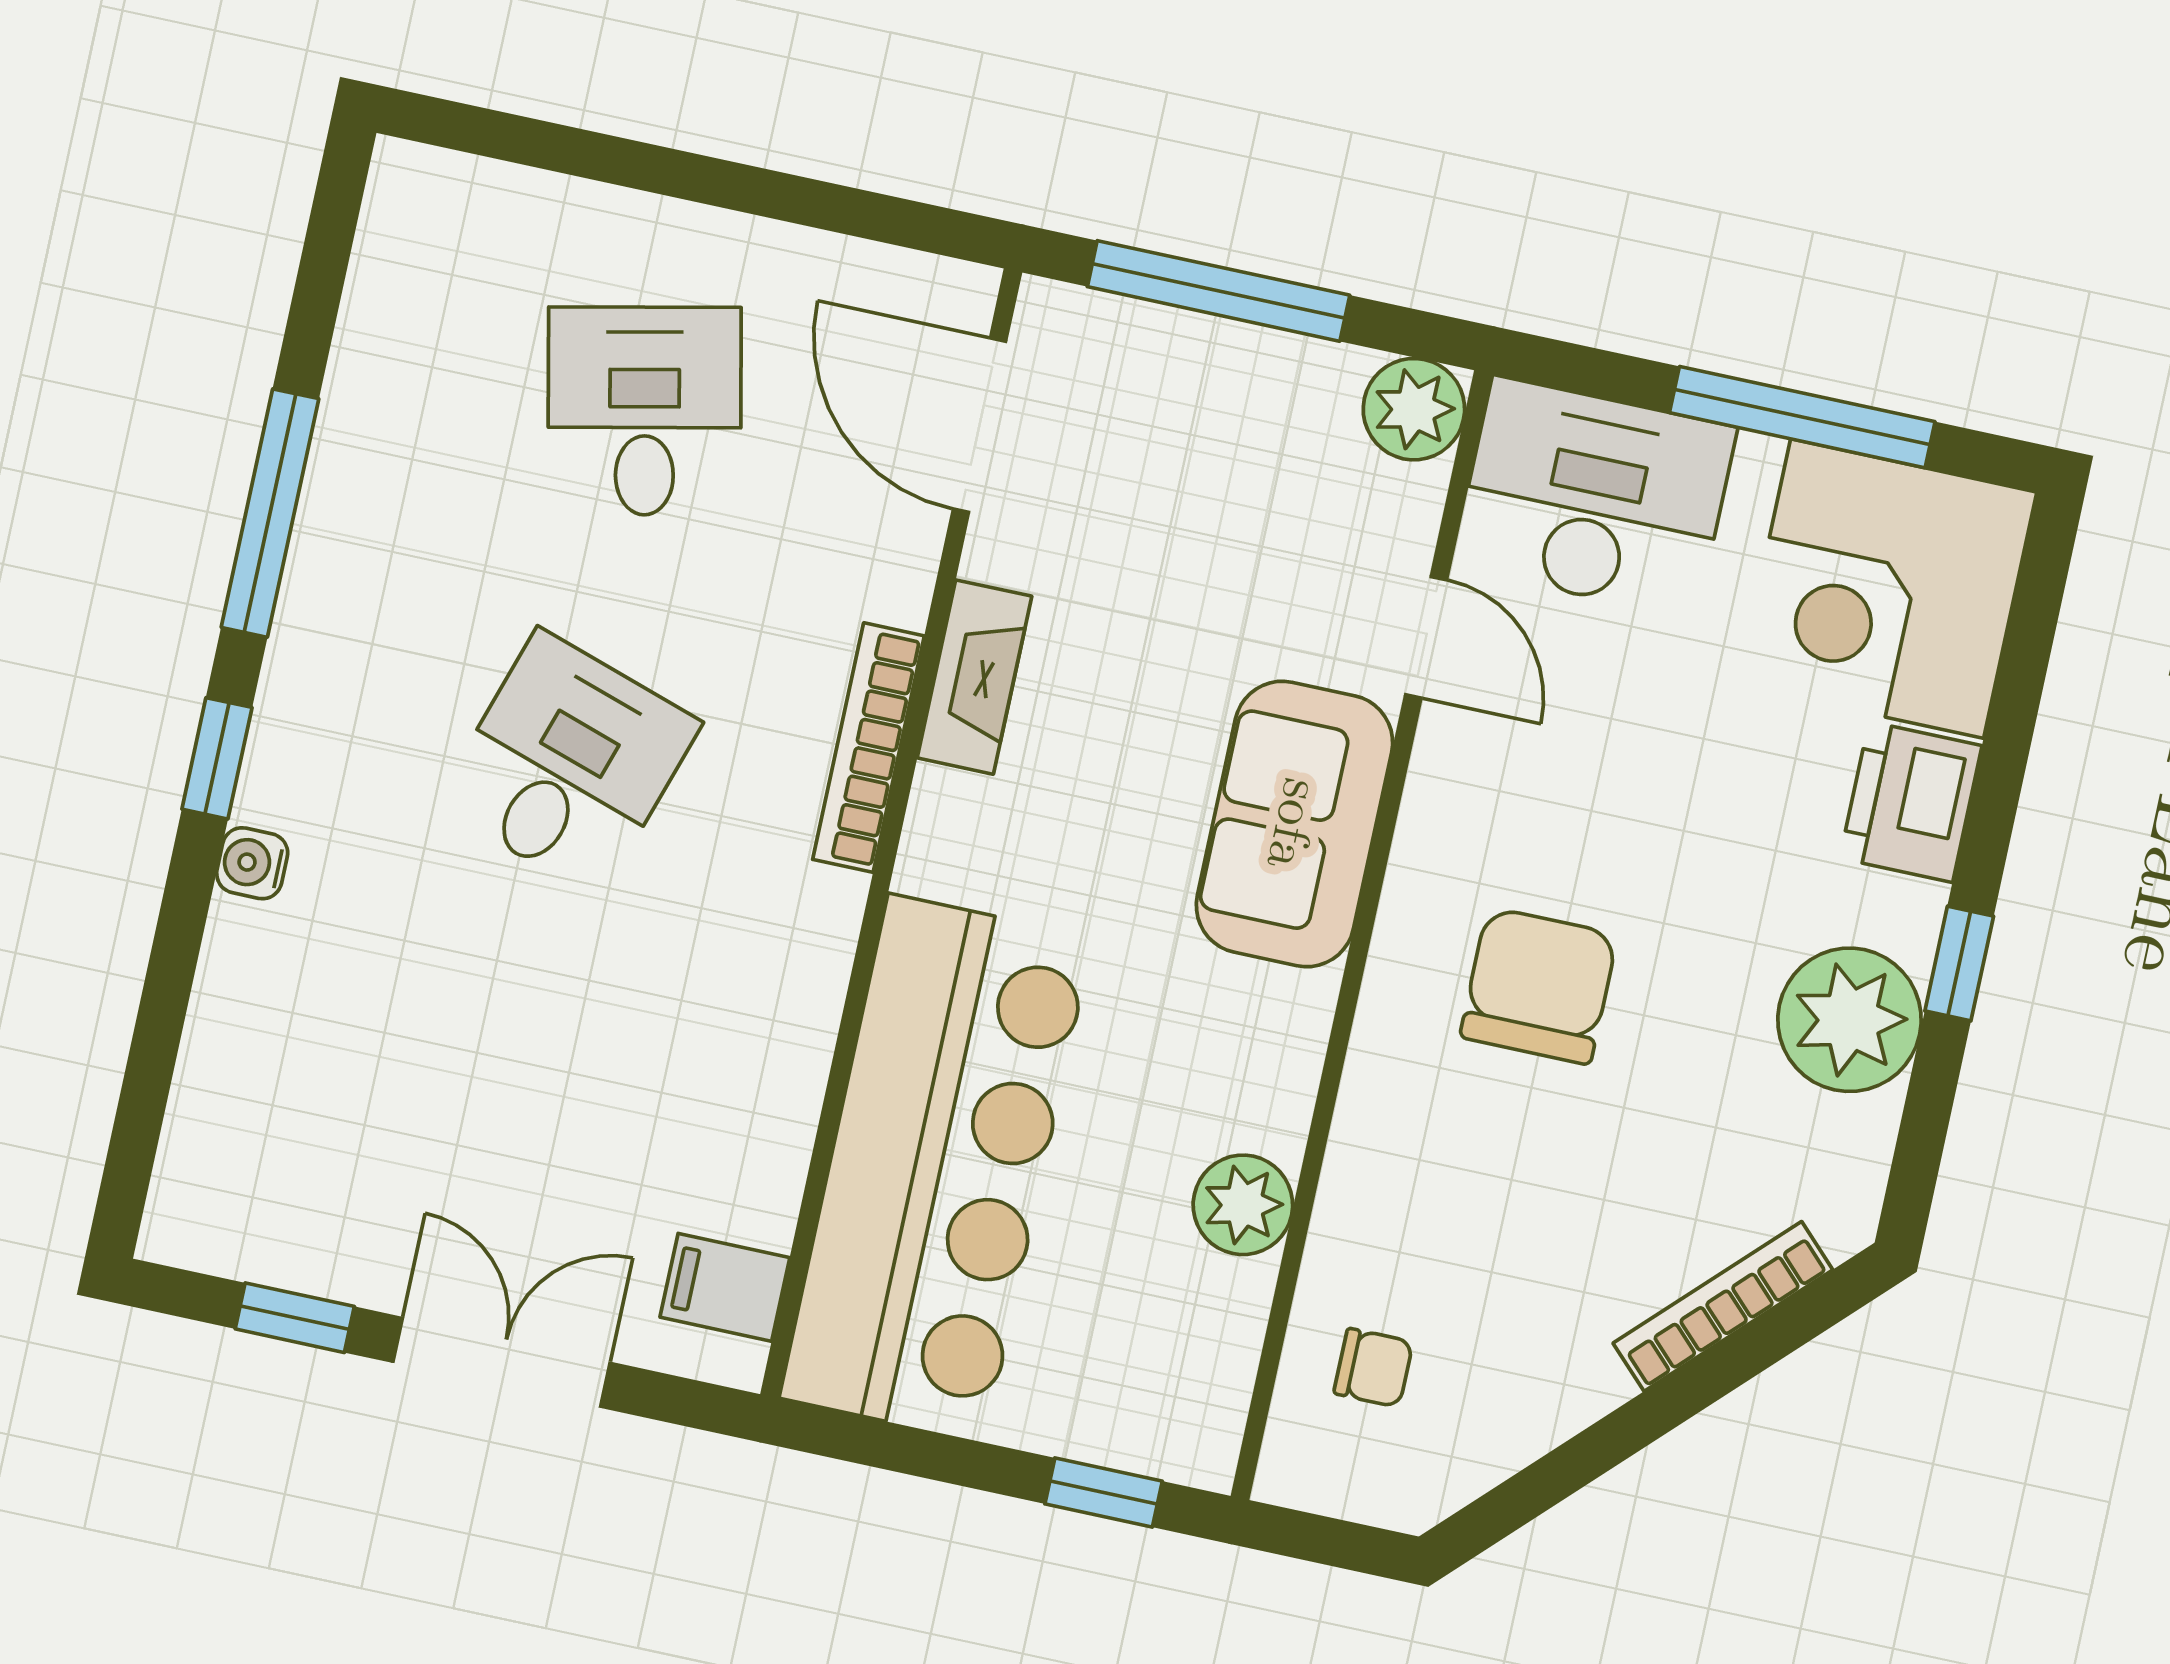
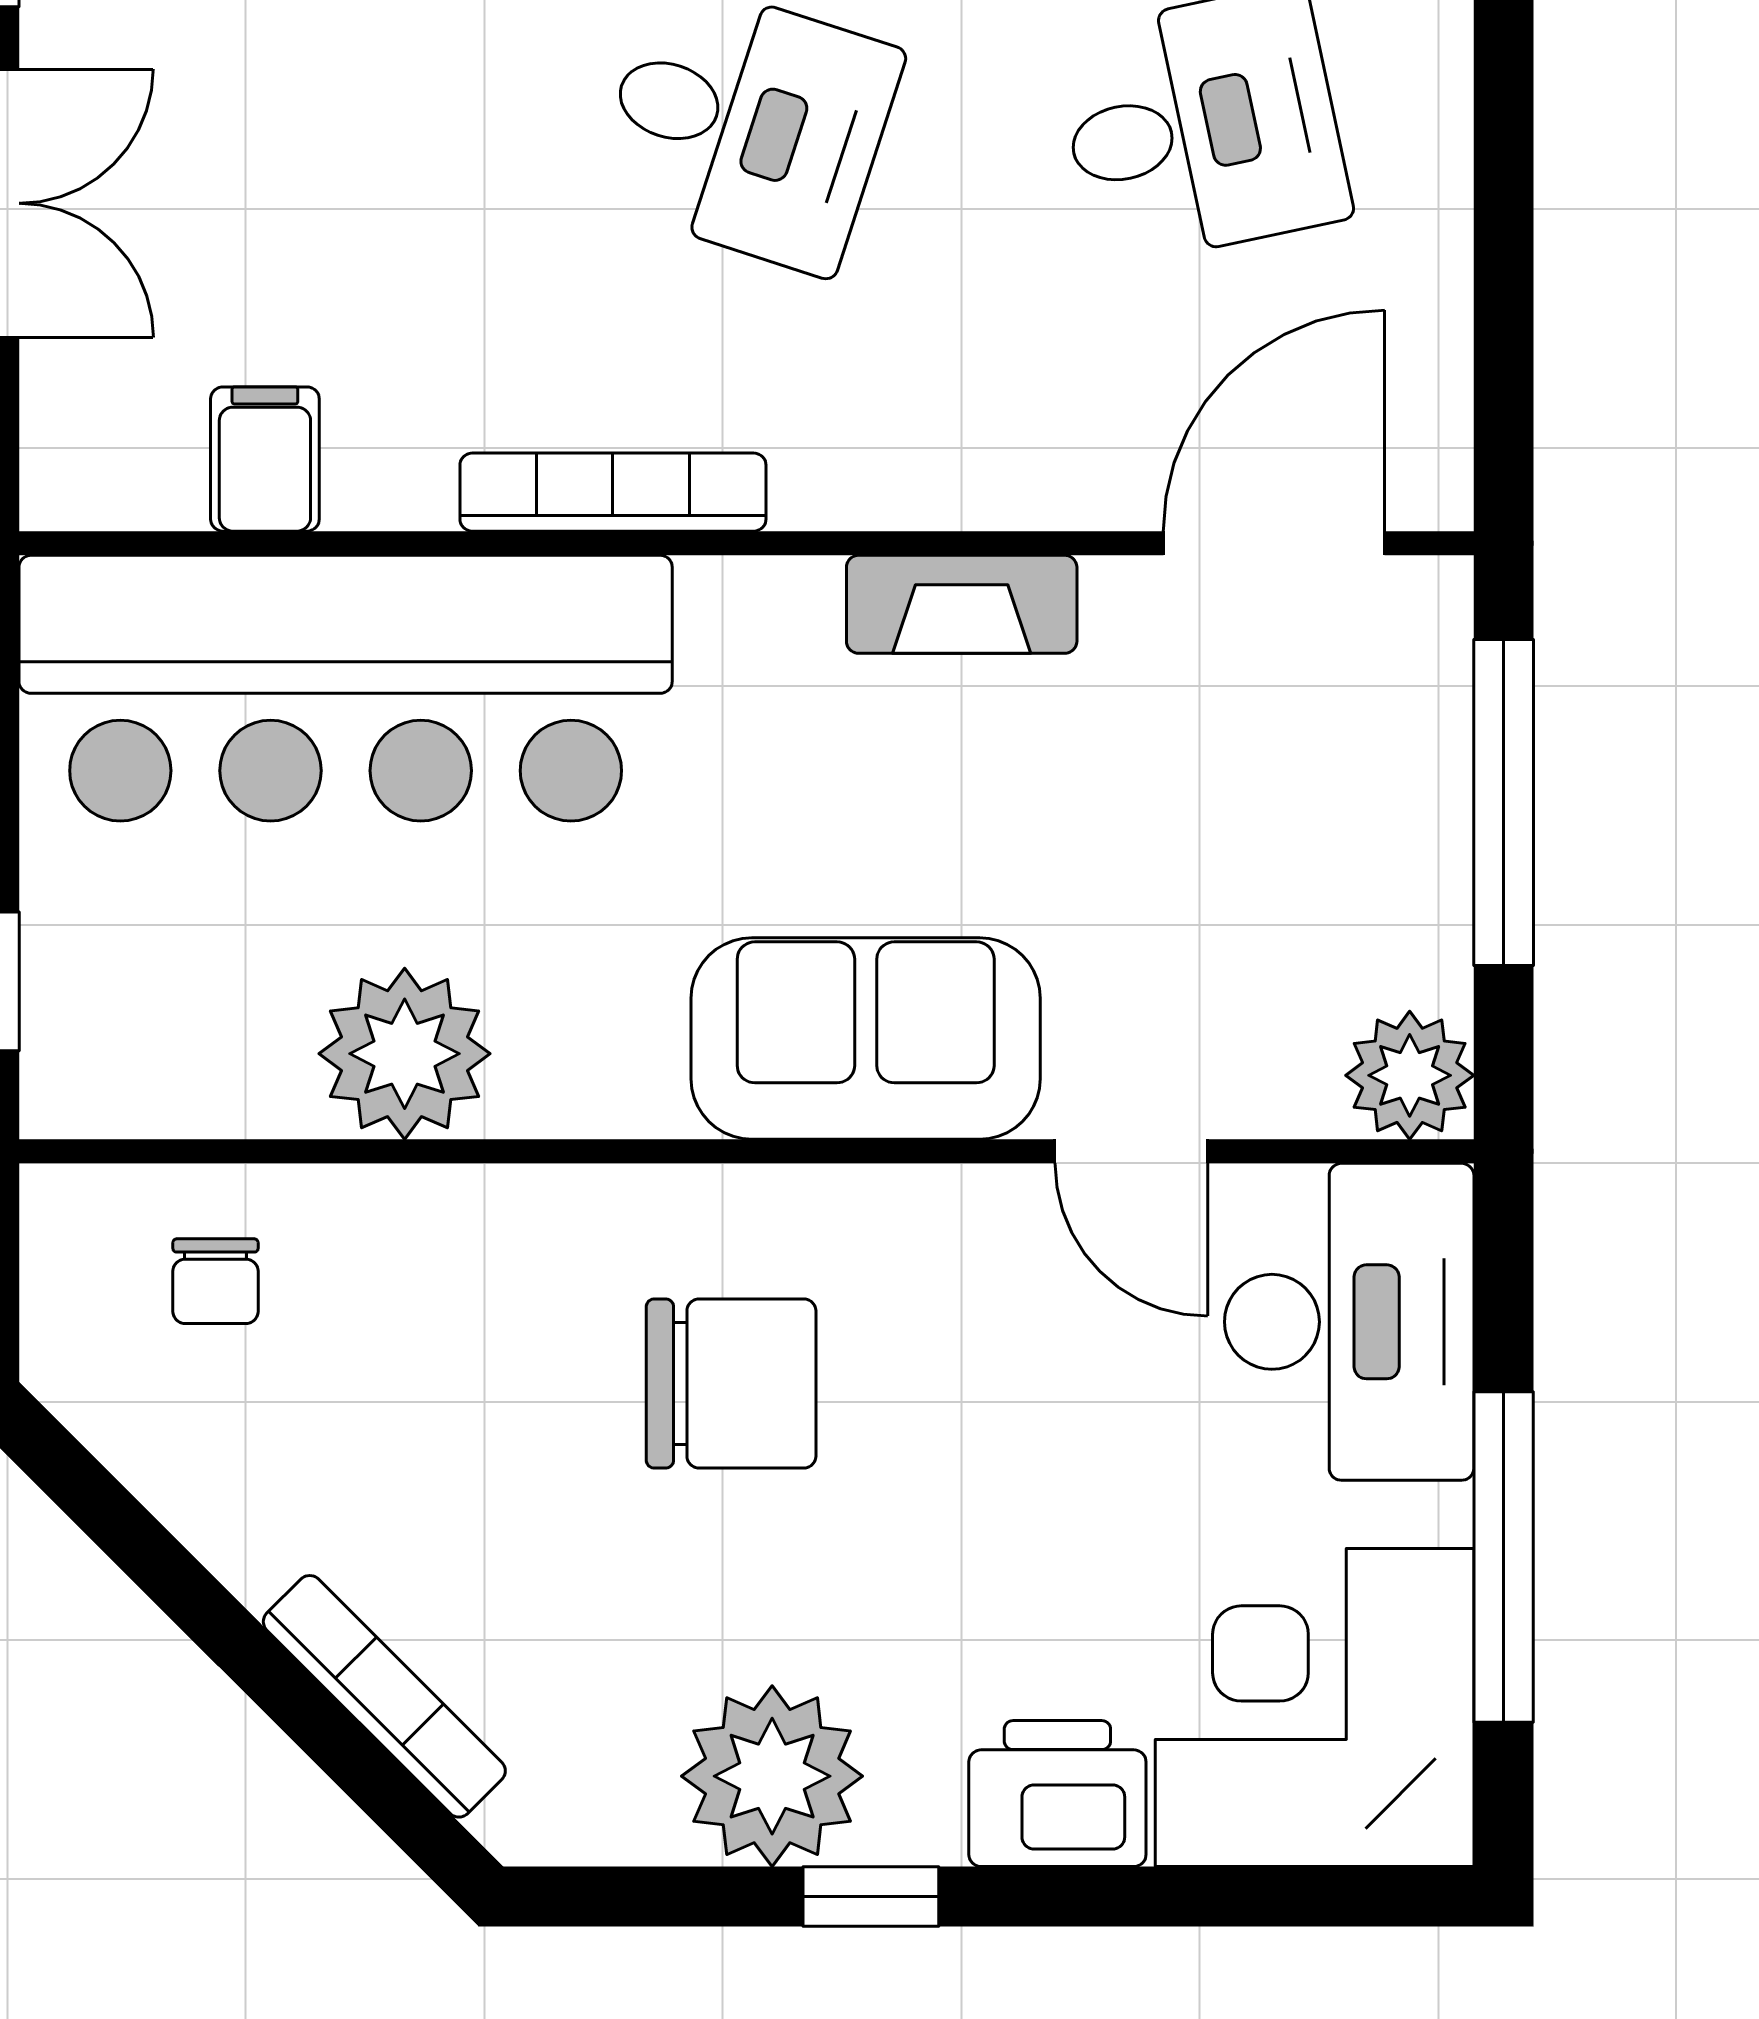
door: (1426, 637) -> (1131, 1151), hinge flipped
bookcase: (868, 748) -> (613, 492), moved
plant: (1243, 1205) -> (405, 1054), width x1.36, depth x1.36
filing cabinet: (725, 1287) -> (265, 459), moved

